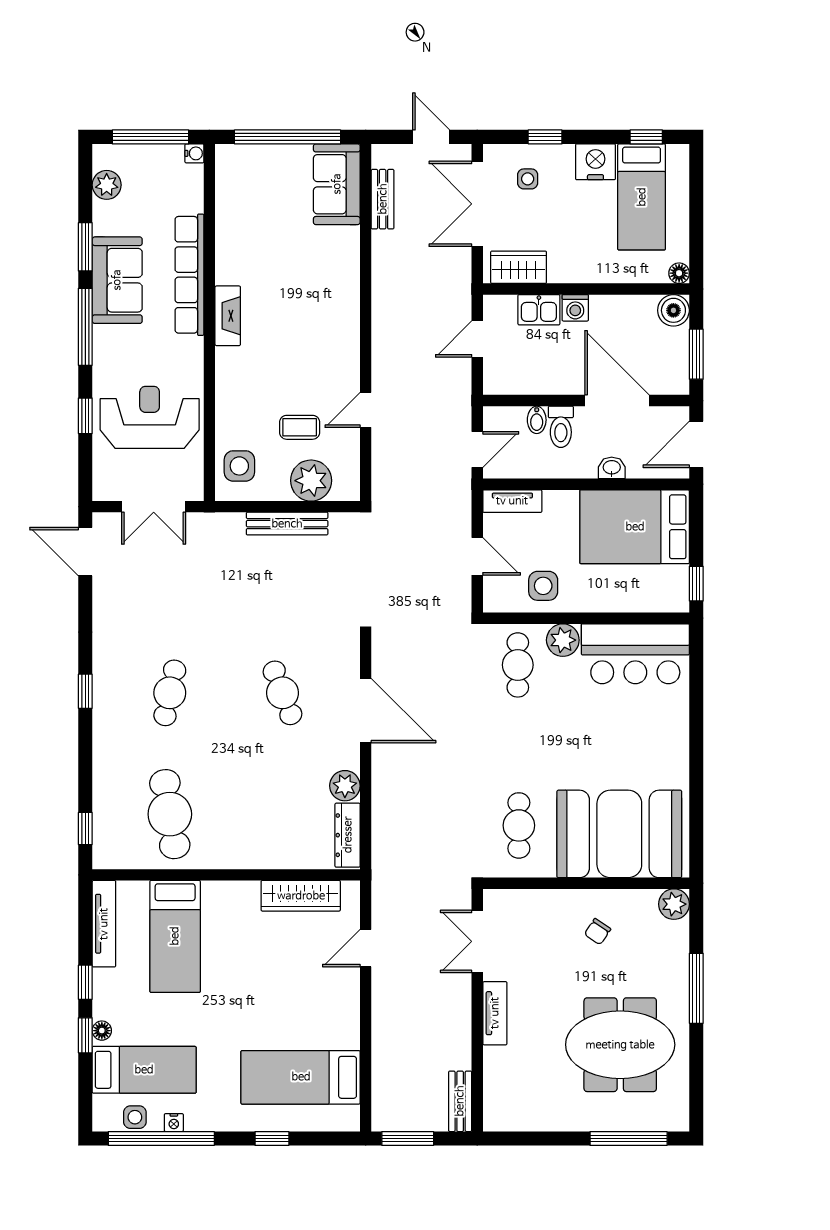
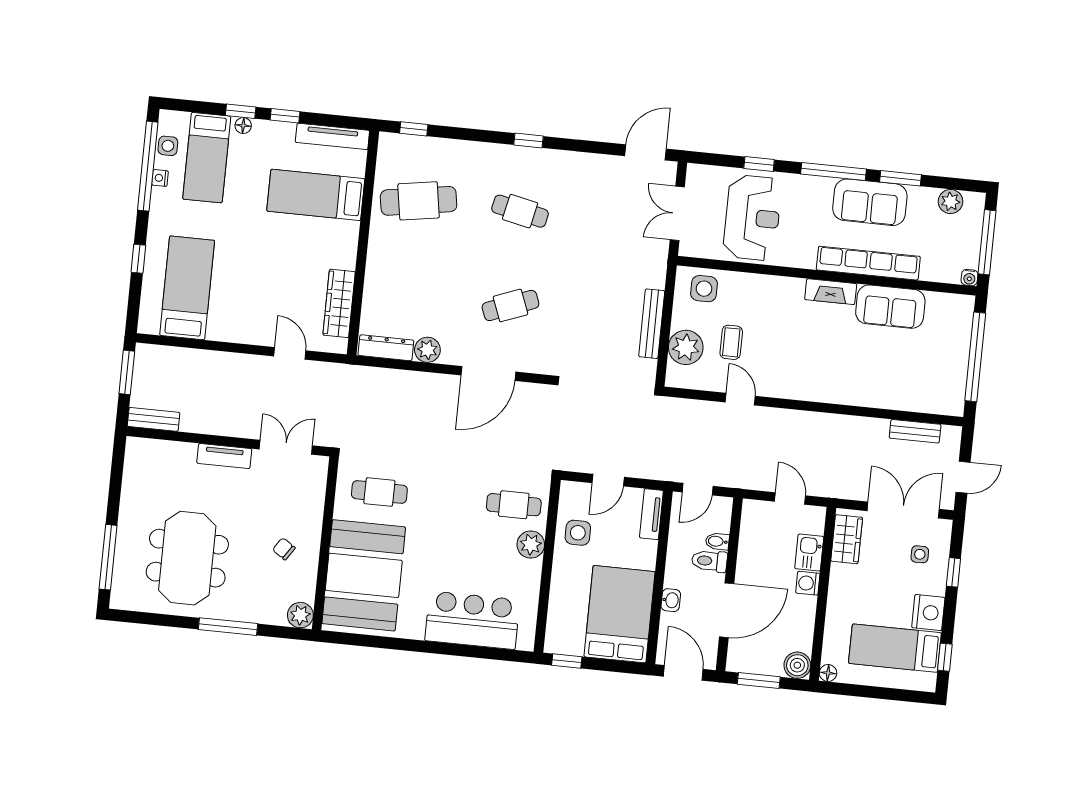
sofa: (337, 184) -> (890, 307), moved, turned 180
door: (477, 450) -> (698, 489), hinge flipped
bar counter: (635, 654) -> (472, 620), moved, turned 90

